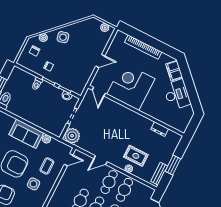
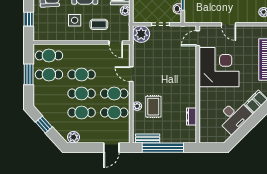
window: (173, 165) -> (163, 148), width x2.11

